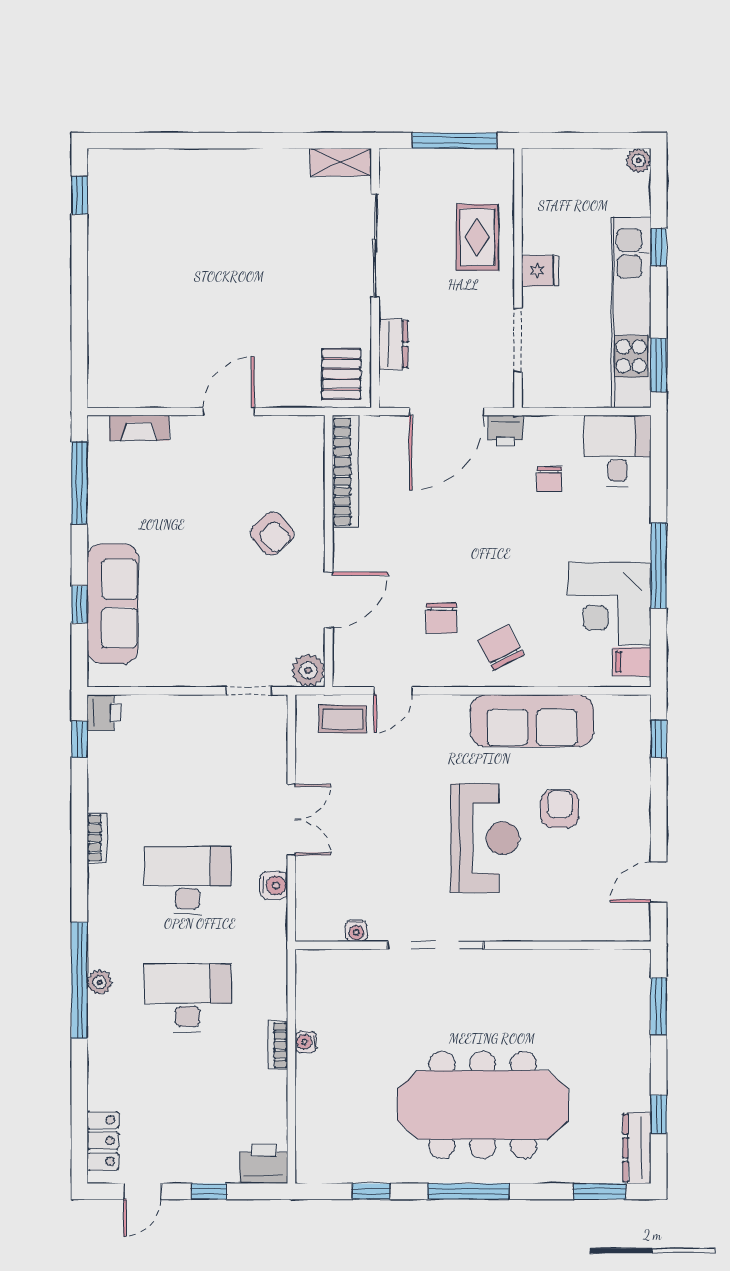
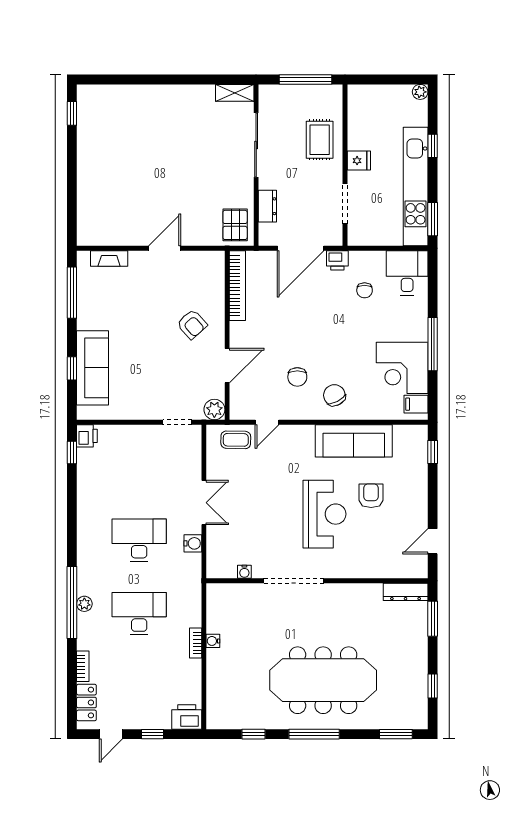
bookcase: (97, 838) -> (83, 666), moved
dresser: (637, 1148) -> (406, 592), moved, turned -90

